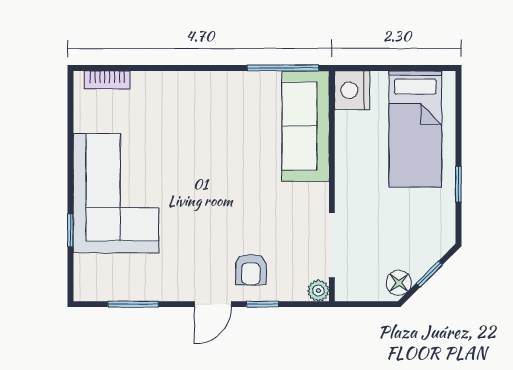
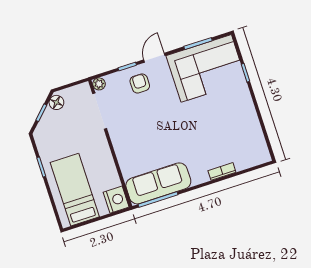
bookcase: (107, 80) -> (222, 171), moved
sofa: (306, 126) -> (158, 183), moved, turned -90
corner sofa: (116, 193) -> (206, 68), moved, turned -90

